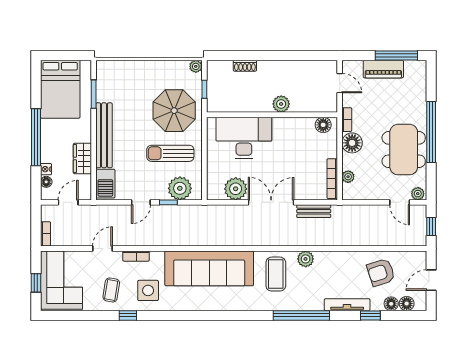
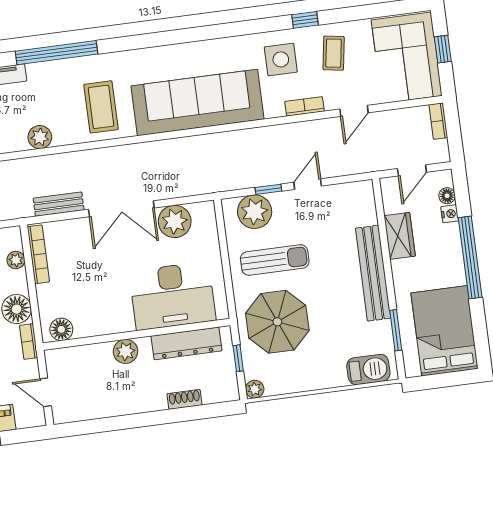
dresser: (239, 104) -> (186, 343), added
barbecue: (105, 184) -> (368, 369), moved, turned 90
plant: (306, 259) -> (40, 137), moved

